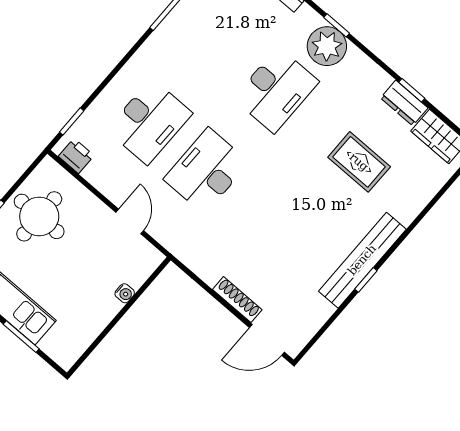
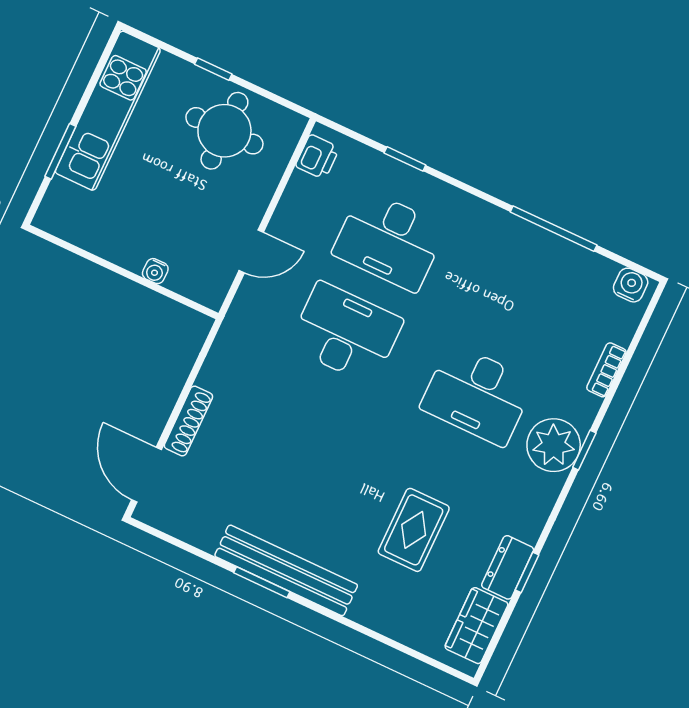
window: (72, 121) -> (405, 159), moved
window: (366, 280) -> (262, 582), width x1.50

